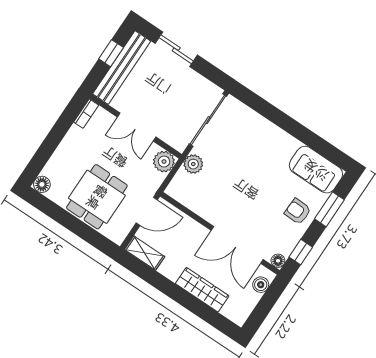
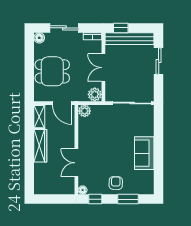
window: (111, 53) -> (121, 28), moved
sliding door: (51, 143) -> (64, 28), added
plant: (193, 164) -> (85, 111), moved
sofa: (316, 170) -> (144, 153), moved
double door: (237, 245) -> (76, 163), width x0.73
boiler: (261, 285) -> (64, 189), removed
wardrobe: (202, 290) -> (40, 146), moved

